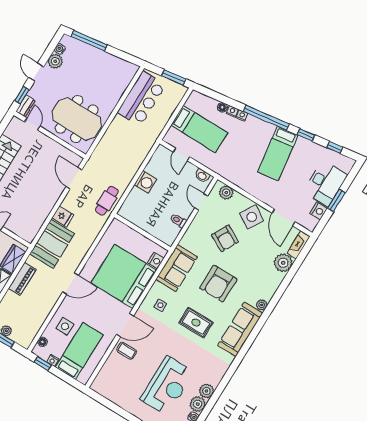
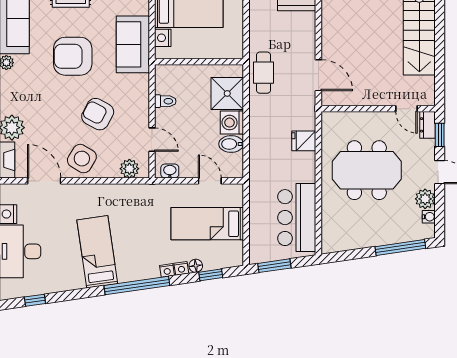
meeting table: (77, 119) -> (367, 170), moved
window: (306, 135) -> (211, 275), moved
bidet: (154, 169) -> (231, 144), added
shower: (137, 202) -> (227, 93), added
fridge: (63, 216) -> (304, 141), moved
armchair: (218, 284) -> (73, 56), turned -90

